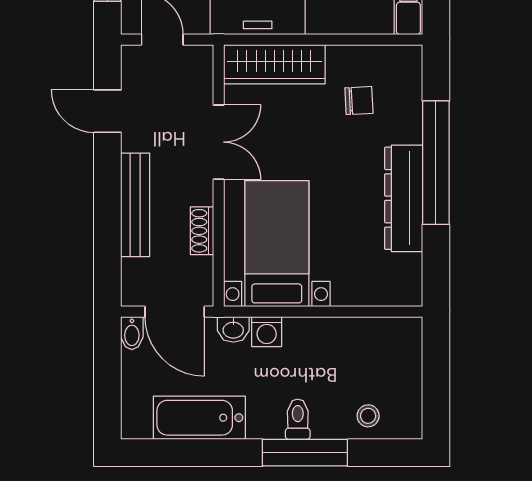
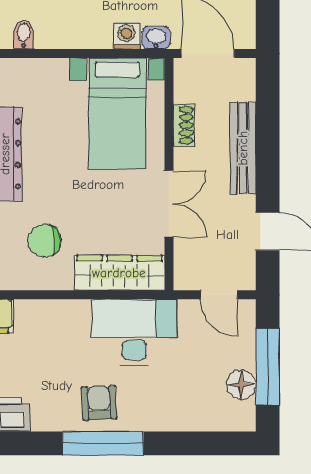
chair: (359, 101) -> (45, 241), width x1.37, depth x1.37
double door: (219, 142) -> (169, 204), swing flipped
bidet: (132, 333) -> (24, 34), moved

